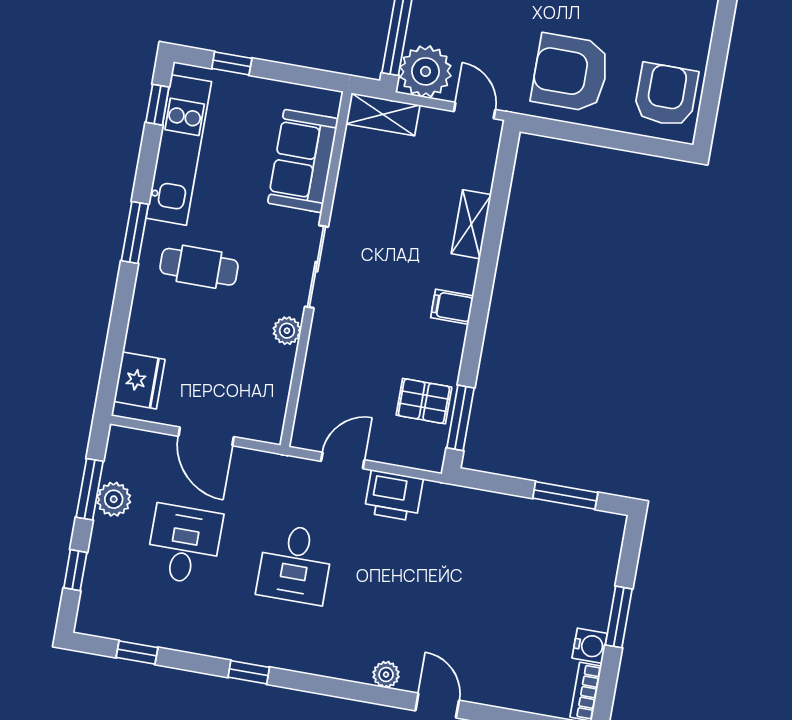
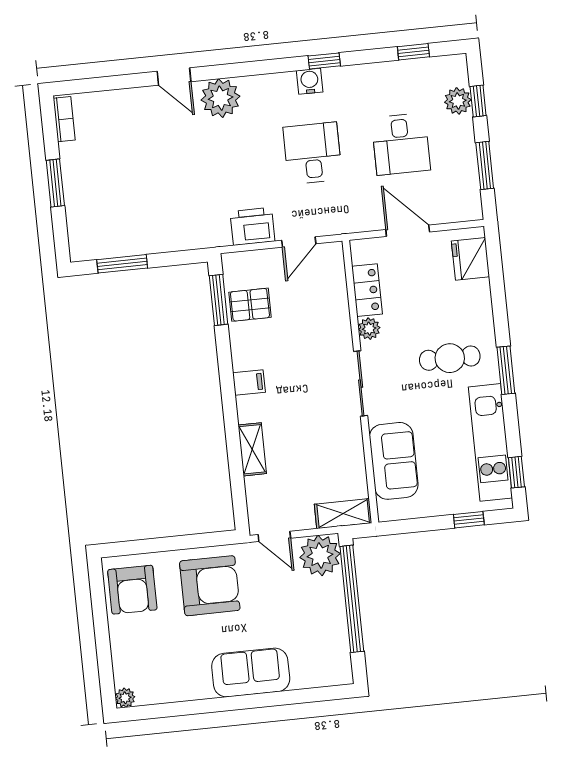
locker: (276, 378) -> (367, 290), added
plant: (114, 499) -> (458, 101), moved
water cooler: (590, 646) -> (310, 81), moved, turned 90
plant: (386, 675) -> (221, 98), width x1.88, depth x1.88

